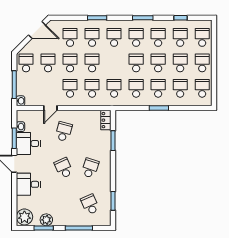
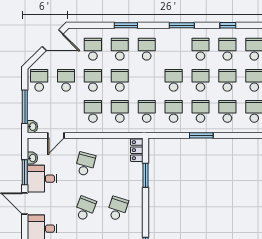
school desk: (136, 37) -> (174, 49), removed
door: (50, 108) -> (56, 135), moved
school desk: (64, 168) -> (85, 209), turned 45

